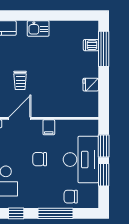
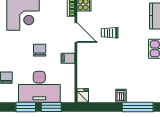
dishwasher: (91, 45) -> (121, 96), moved
fridge: (91, 85) -> (83, 95), moved

